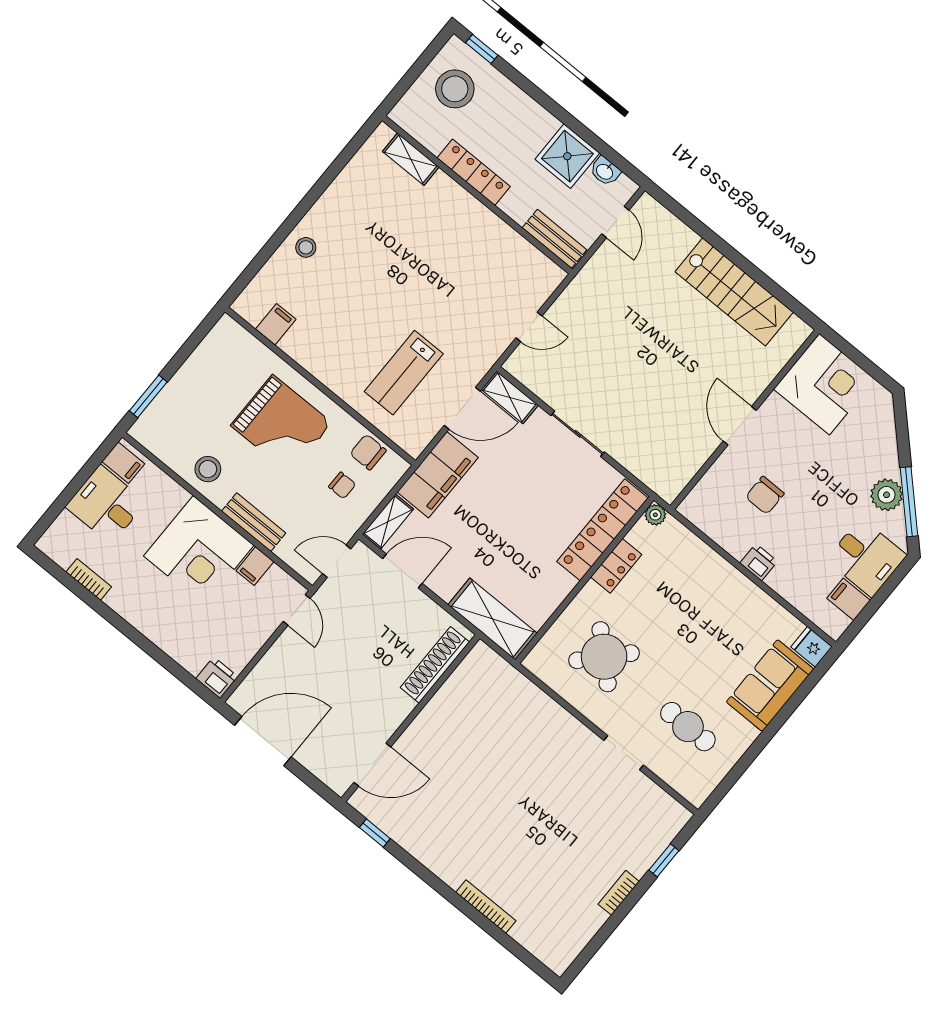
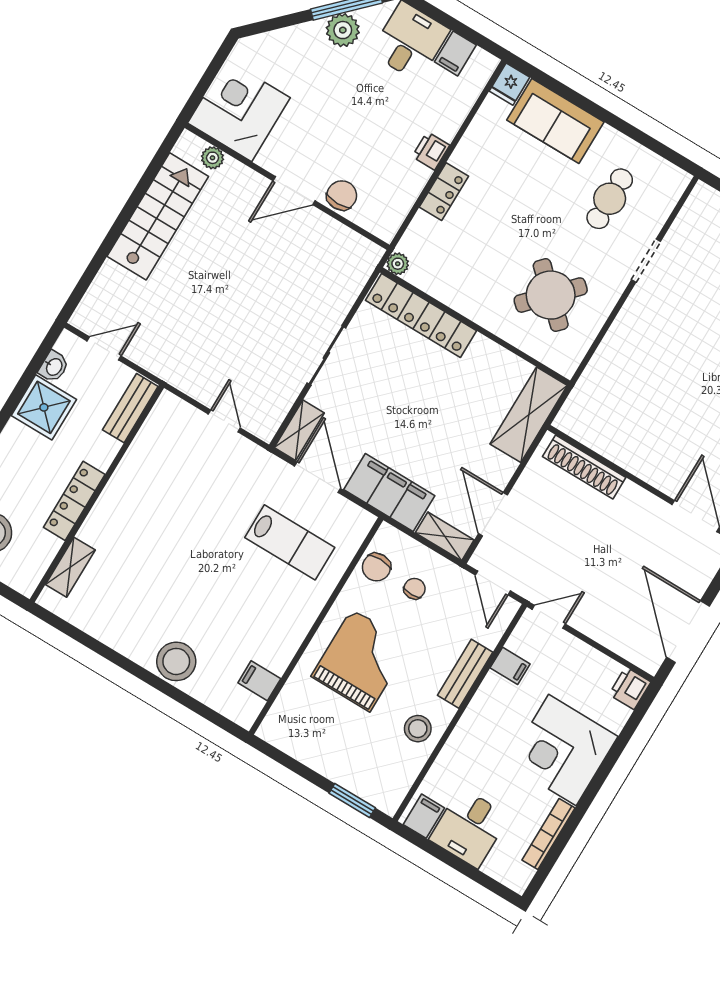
stool: (306, 247) -> (176, 661), width x1.89, depth x1.89
plant: (783, 352) -> (212, 158), added
chair: (765, 495) -> (342, 195), moved, turned -90
corner desk: (199, 551) -> (562, 750), moved, turned 180
locker: (616, 566) -> (444, 192), moved, turned 90
bookcase: (89, 579) -> (549, 834), width x1.56

